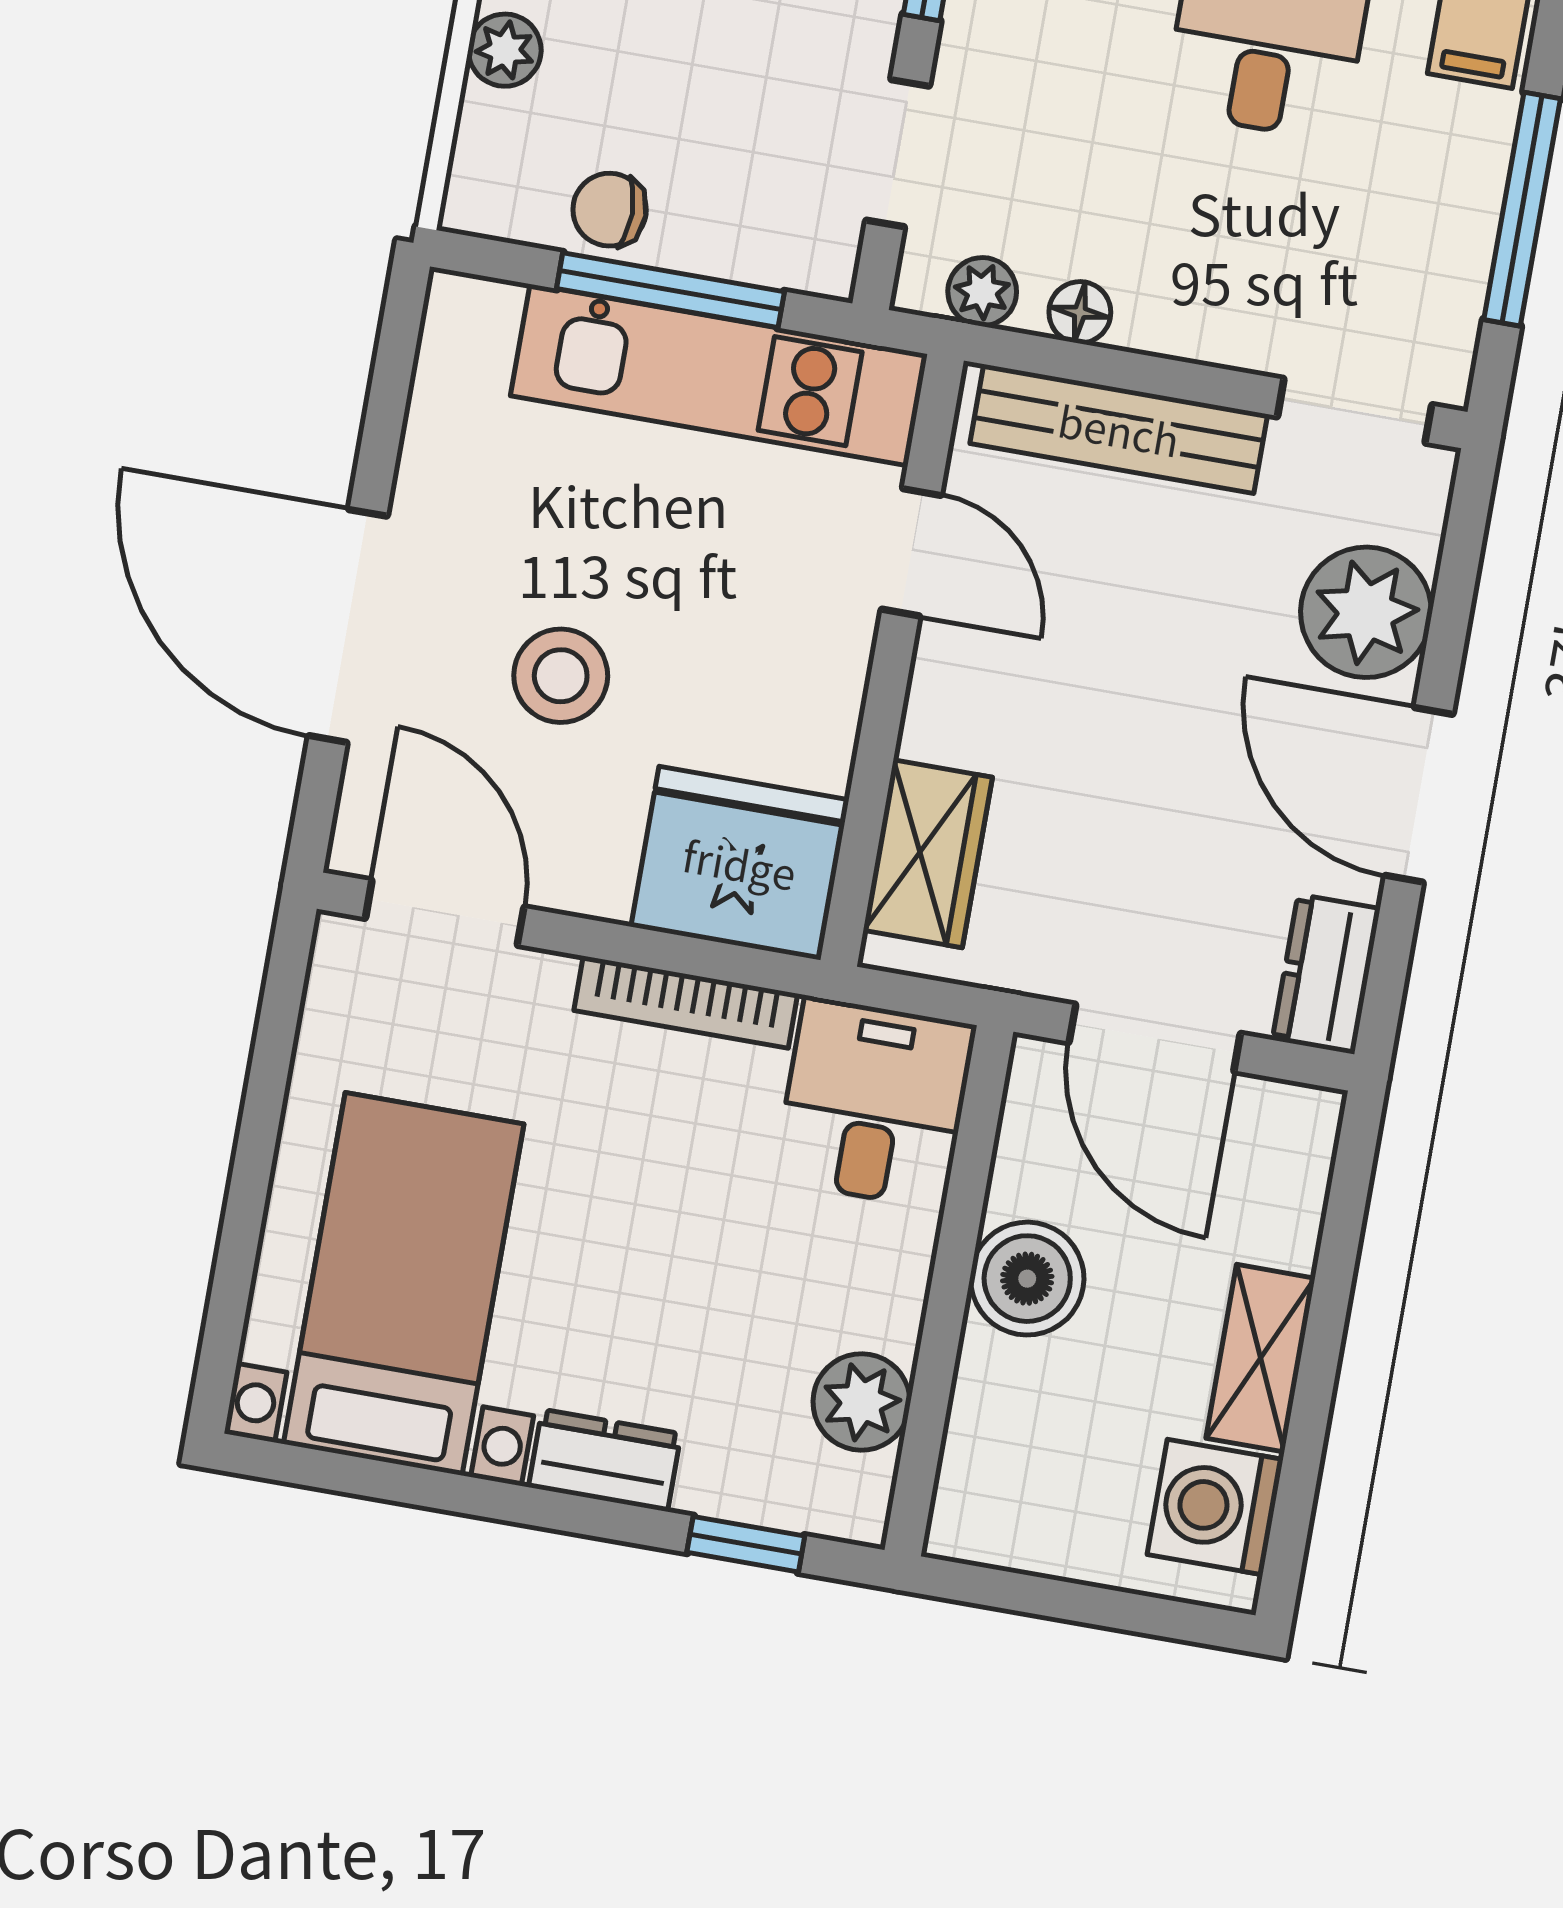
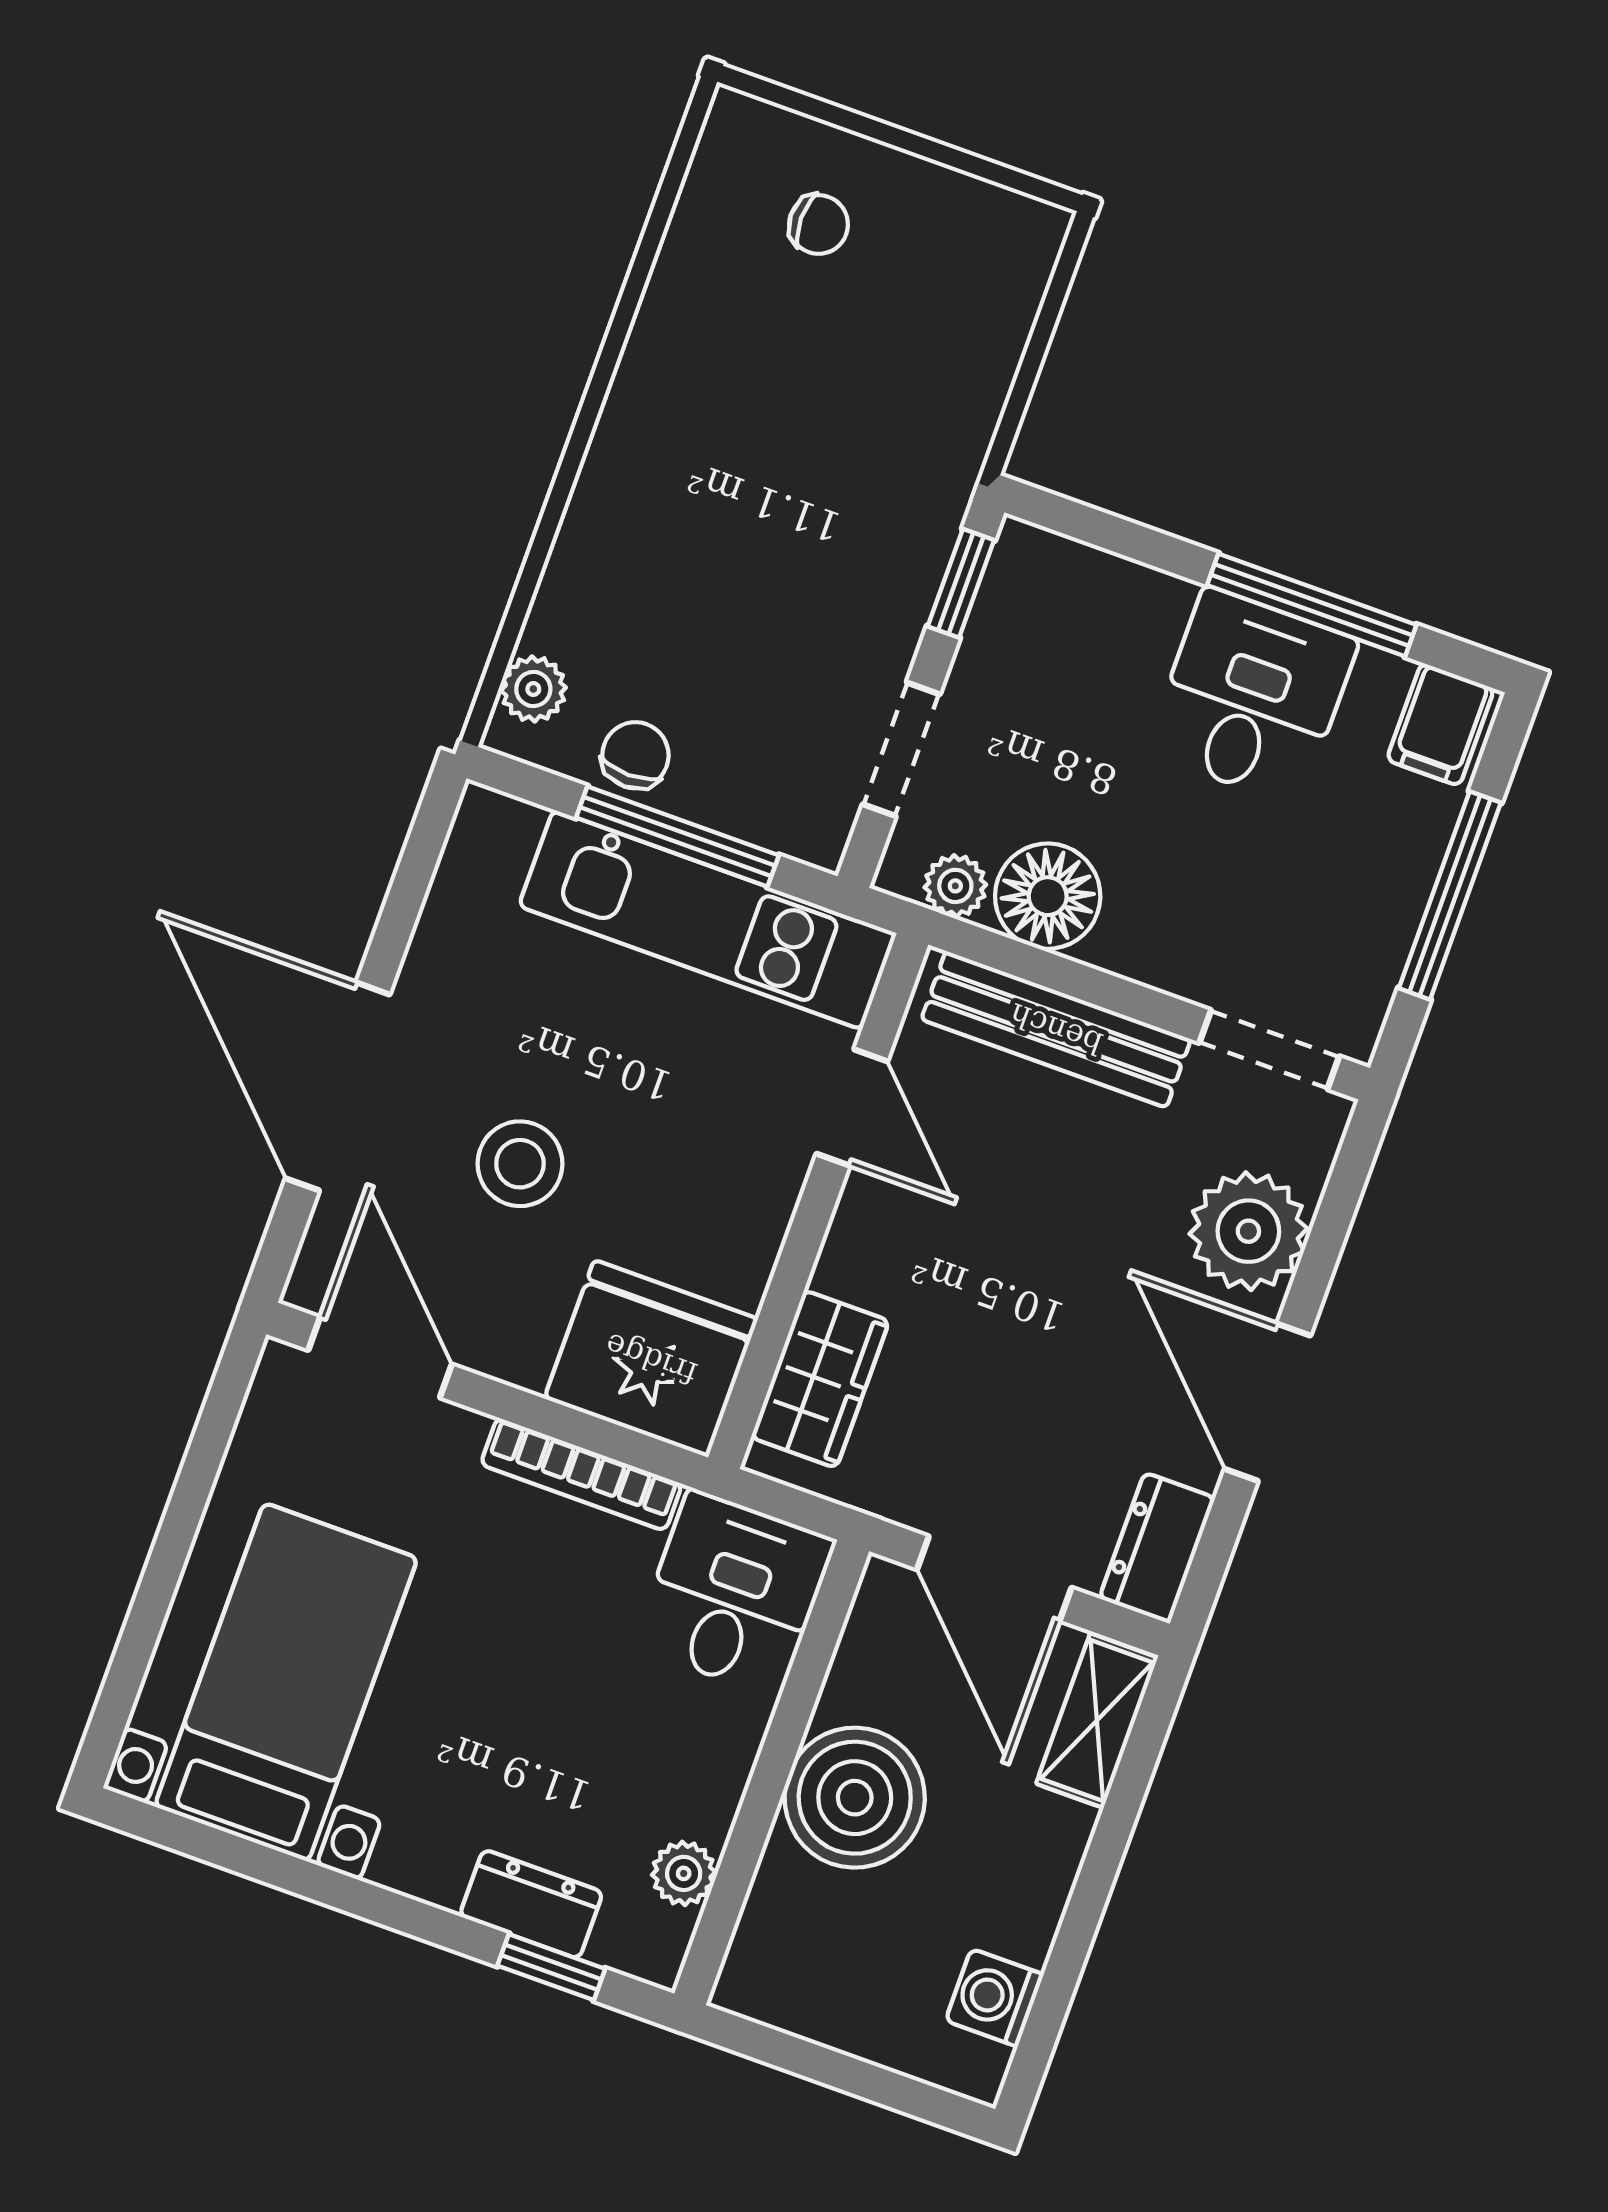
plant: (505, 50) -> (533, 689), moved
chair: (610, 210) -> (635, 755), turned 90
floor lamp: (1080, 312) -> (1048, 896), width x1.89, depth x1.89
boiler: (1027, 1279) -> (855, 1798), width x1.37, depth x1.37
shelving: (1260, 1358) -> (1097, 1721), moved
plant: (861, 1402) -> (684, 1873), width x0.73, depth x0.73
dresser: (605, 1460) -> (531, 1904), moved
washing machine: (1215, 1507) -> (994, 1998), width x0.73, depth x0.73

